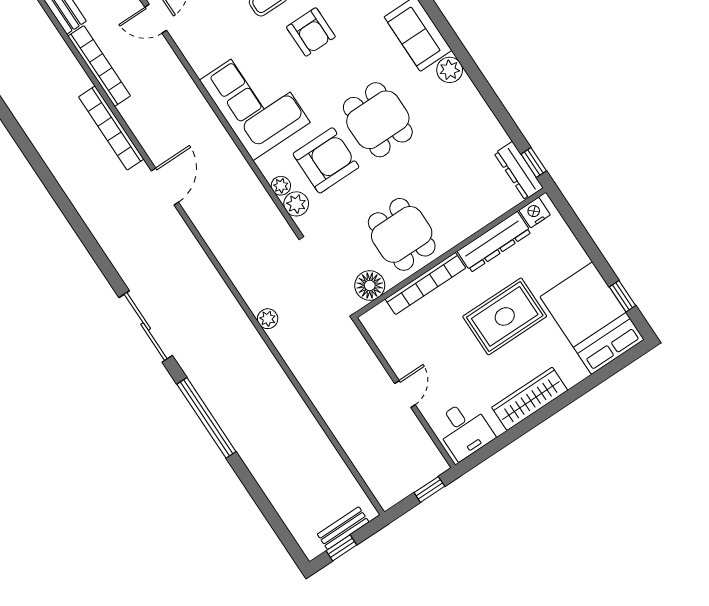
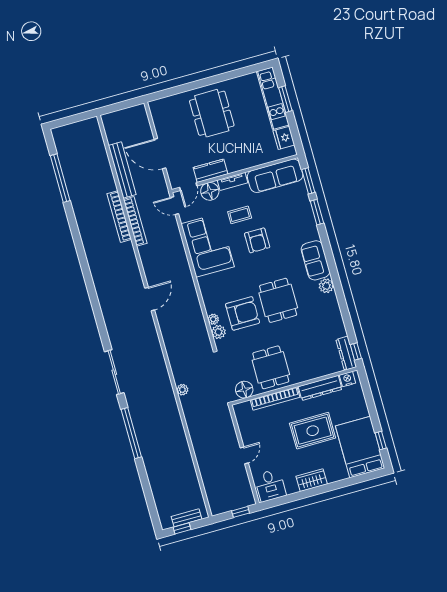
corner sofa: (255, 101) -> (208, 245), moved
bookcase: (111, 128) -> (119, 217), moved
wardrobe: (530, 399) -> (312, 480), width x0.67

